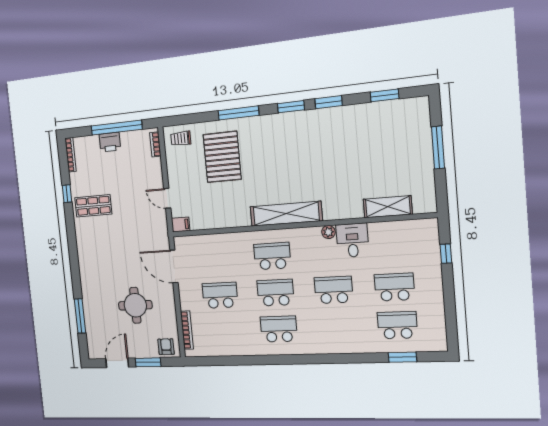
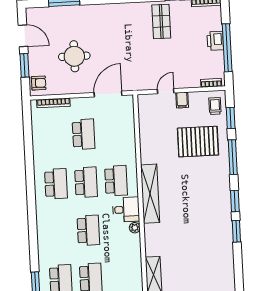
window: (385, 95) -> (231, 118), moved
filing cabinet: (181, 224) -> (182, 100), moved
desk: (352, 240) -> (126, 210), moved

